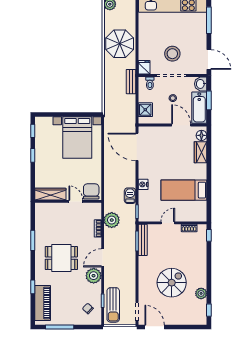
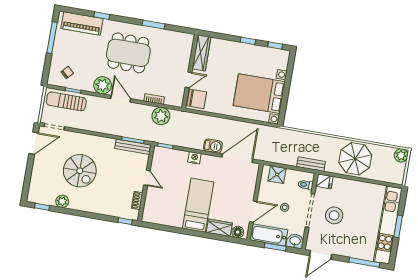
bed: (184, 190) -> (198, 205), moved
barbecue: (130, 196) -> (213, 146), moved
dining table: (61, 258) -> (128, 53), width x1.38

